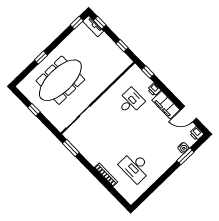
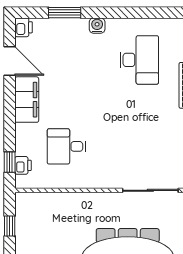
printer: (154, 90) -> (23, 165), moved
water cooler: (183, 148) -> (97, 26), moved

